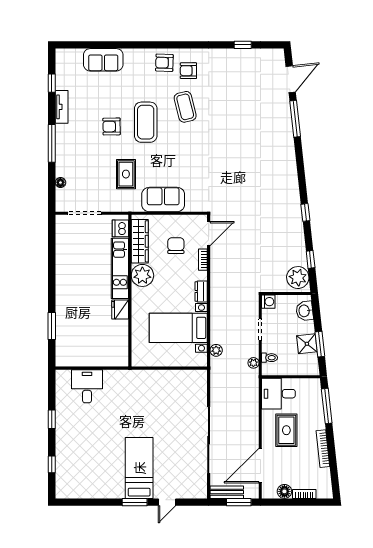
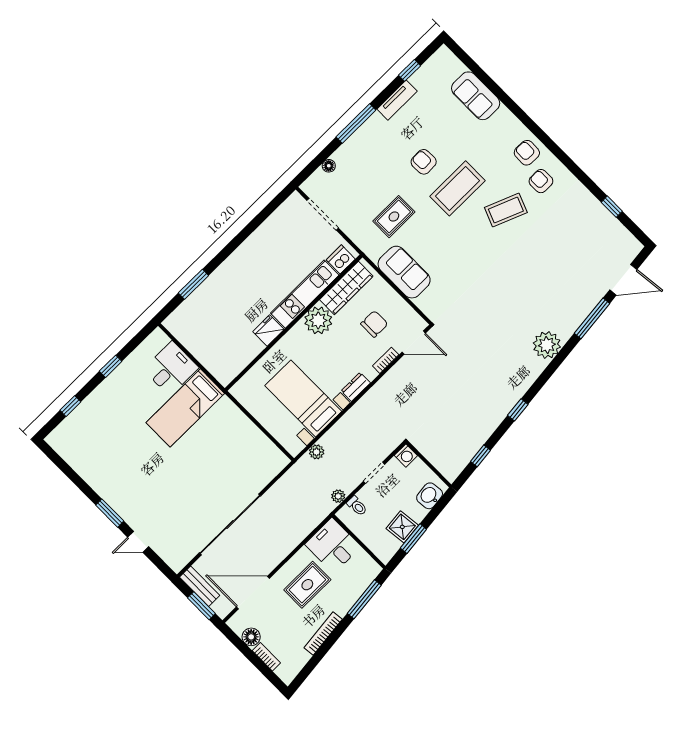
coffee table: (185, 107) -> (506, 210), turned 36
plant: (298, 278) -> (547, 345), moved
bed: (139, 468) -> (185, 408), moved, turned 180

